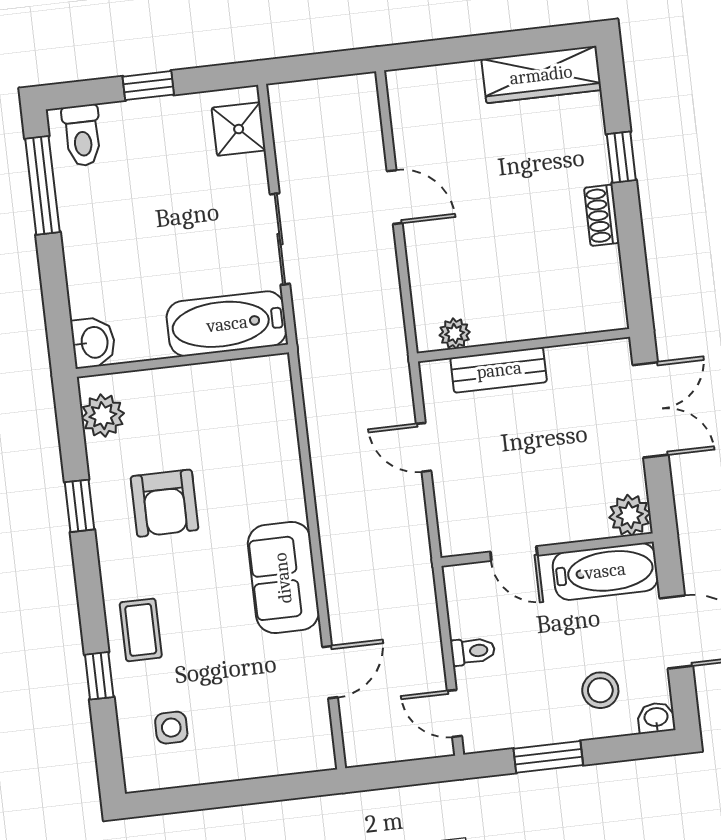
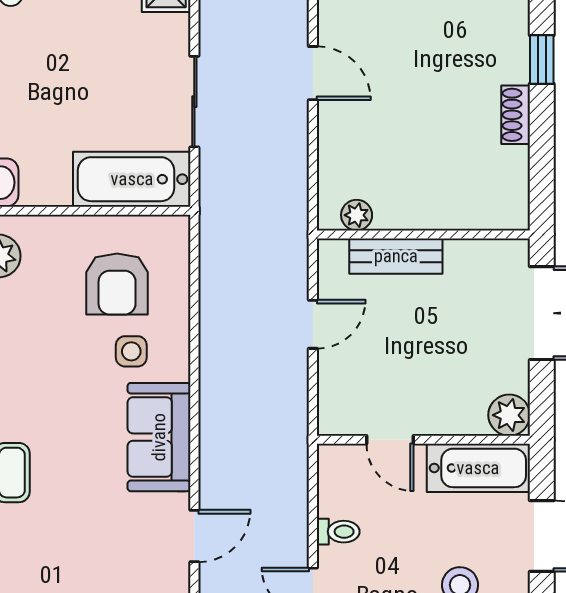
door: (424, 447) -> (313, 324), swing flipped
armchair: (164, 503) -> (117, 284), moved
side table: (171, 728) -> (131, 351), moved

